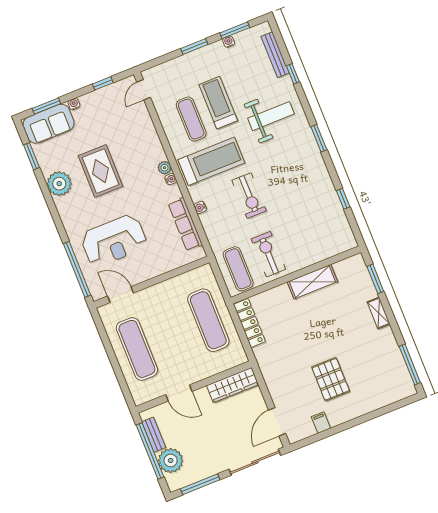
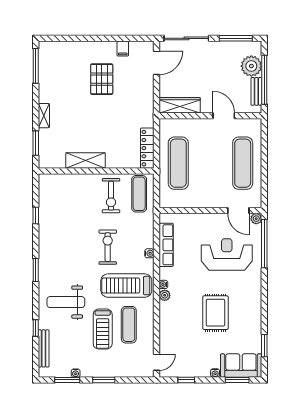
plant: (59, 184) -> (256, 219), moved, width x0.53, depth x0.53

